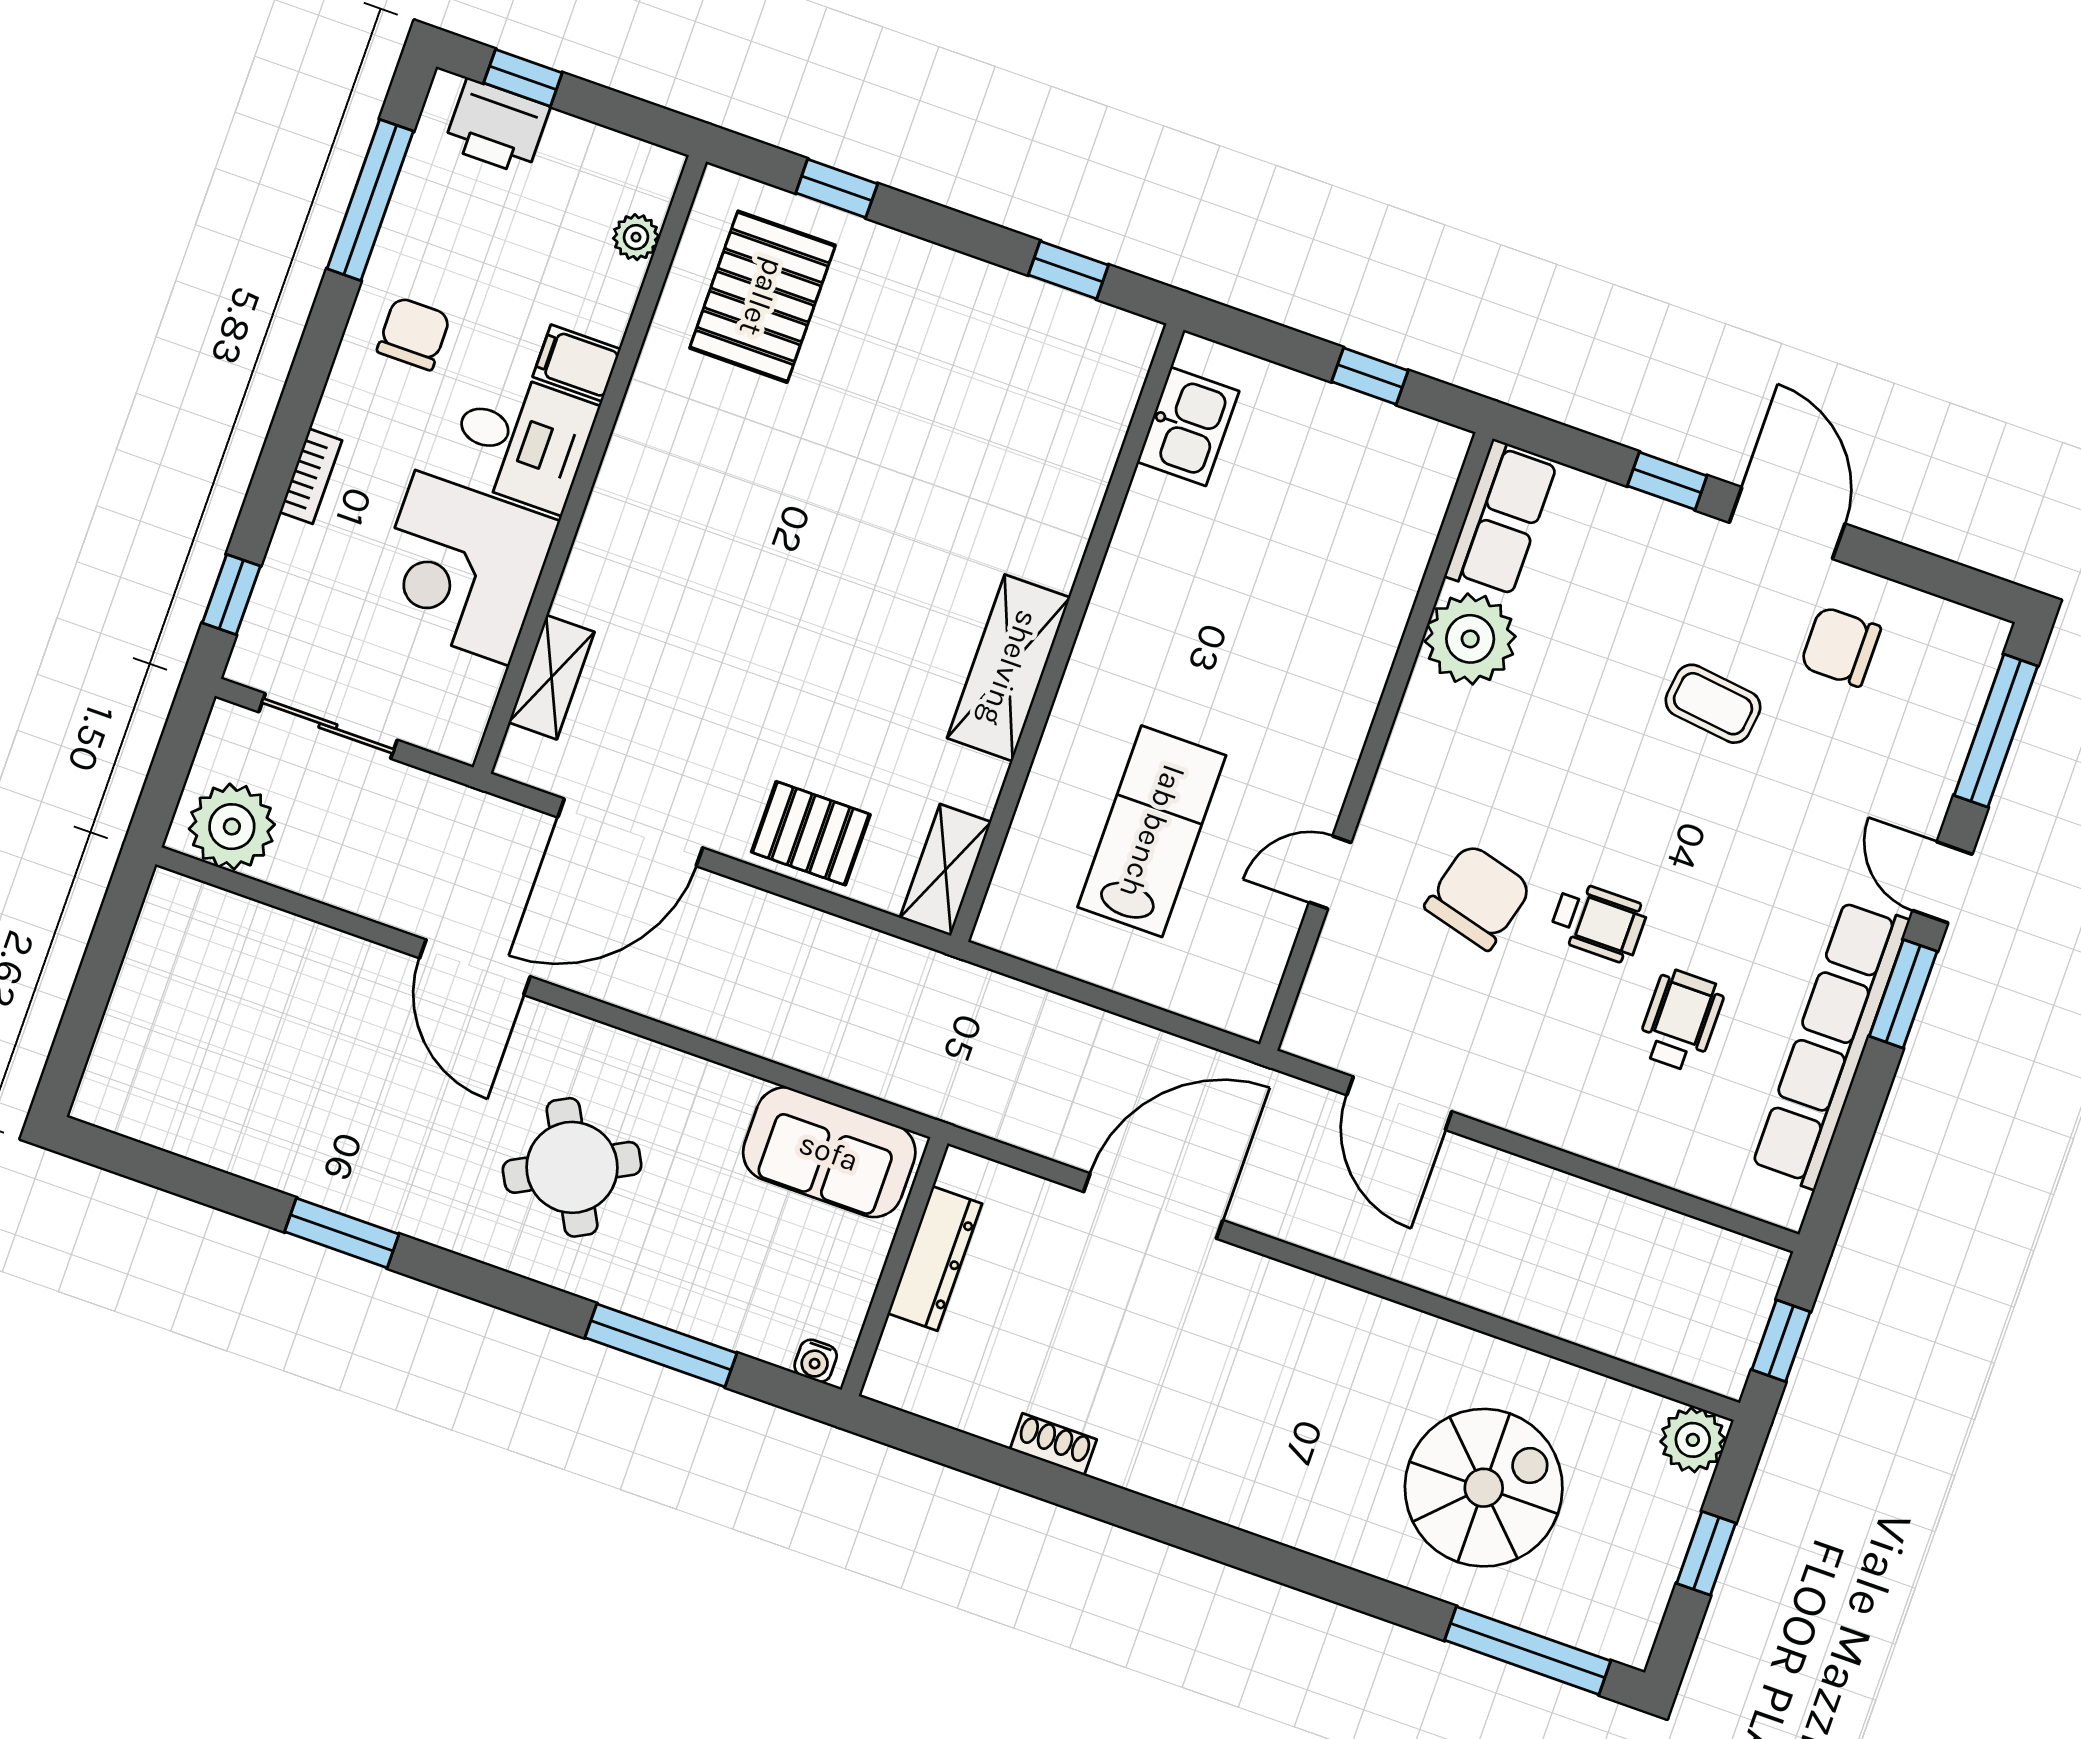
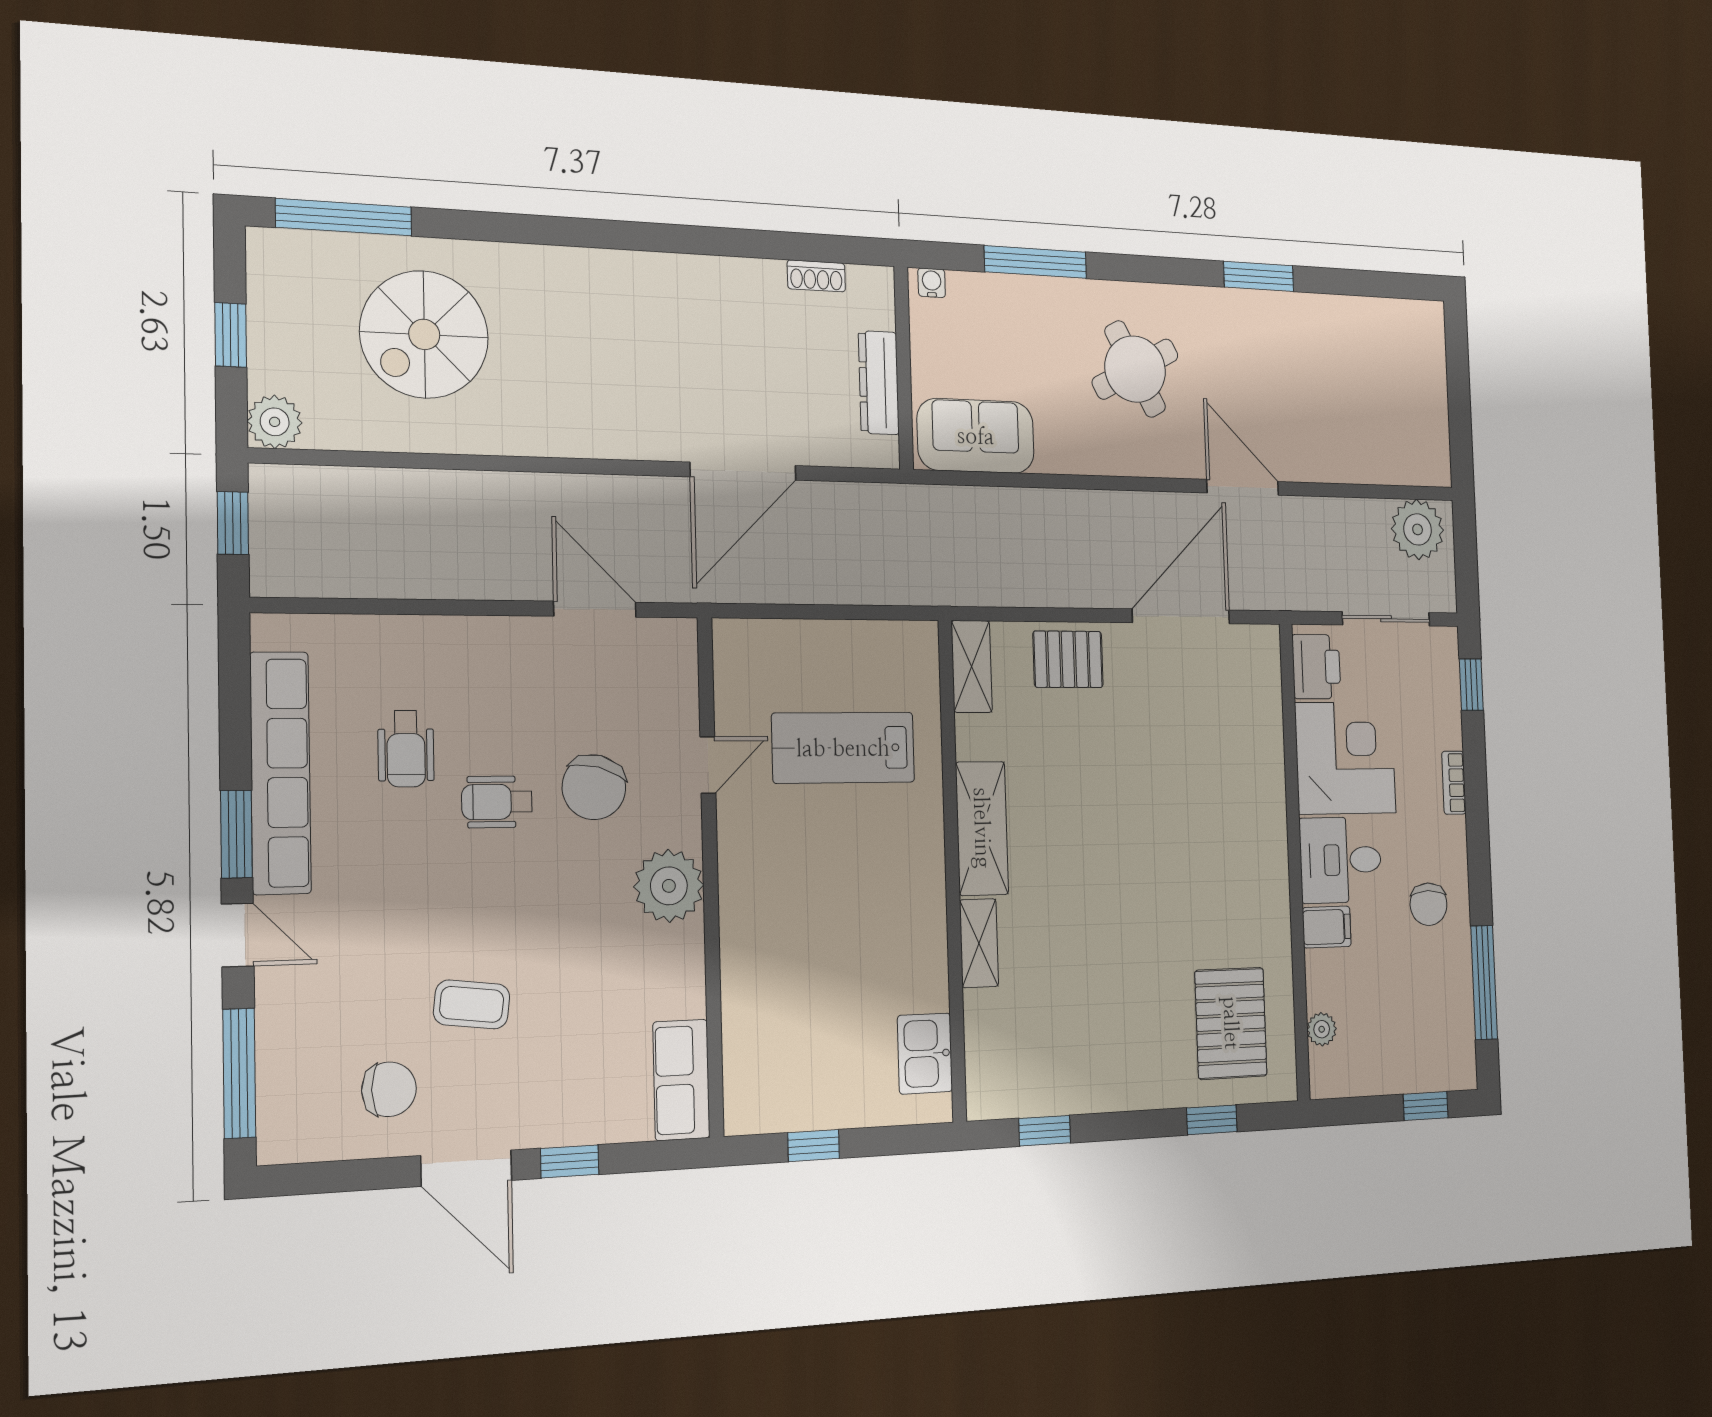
printer: (497, 127) -> (1316, 667), moved, turned 90
plant: (1470, 639) -> (669, 886), moved
shelving: (552, 677) -> (979, 943), moved
lab bench: (1152, 831) -> (843, 748), turned 90
shoe rack: (1053, 1444) -> (816, 276), moved

